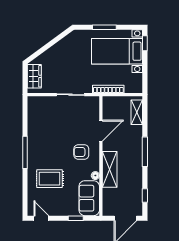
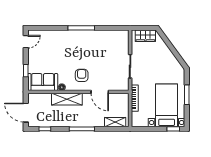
rug: (50, 179) -> (59, 49), removed

